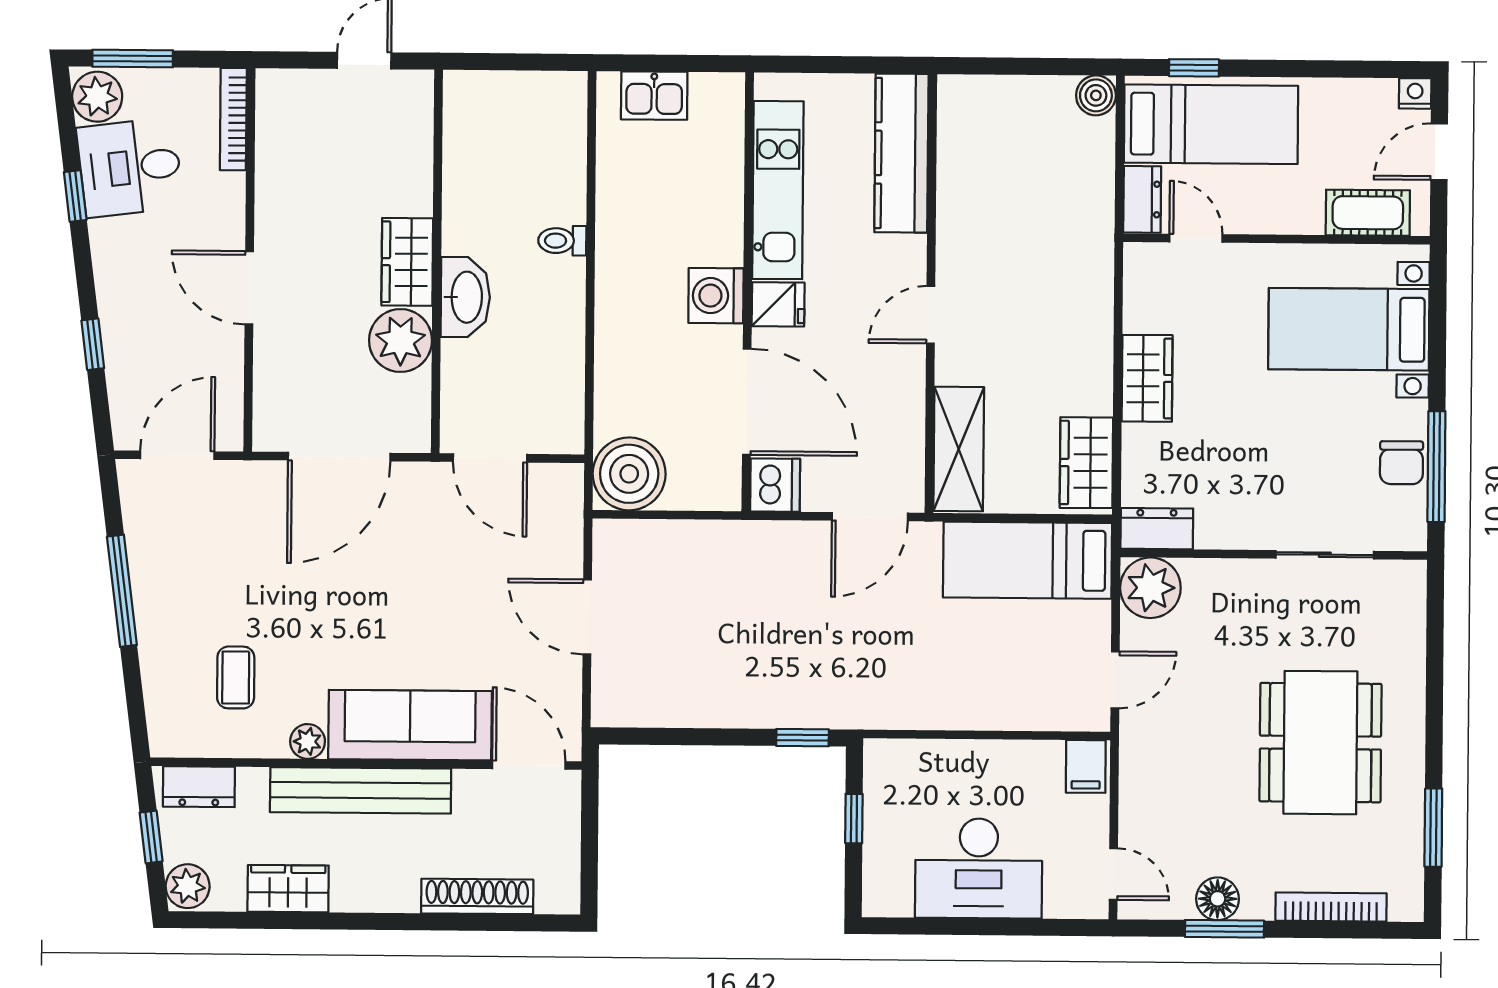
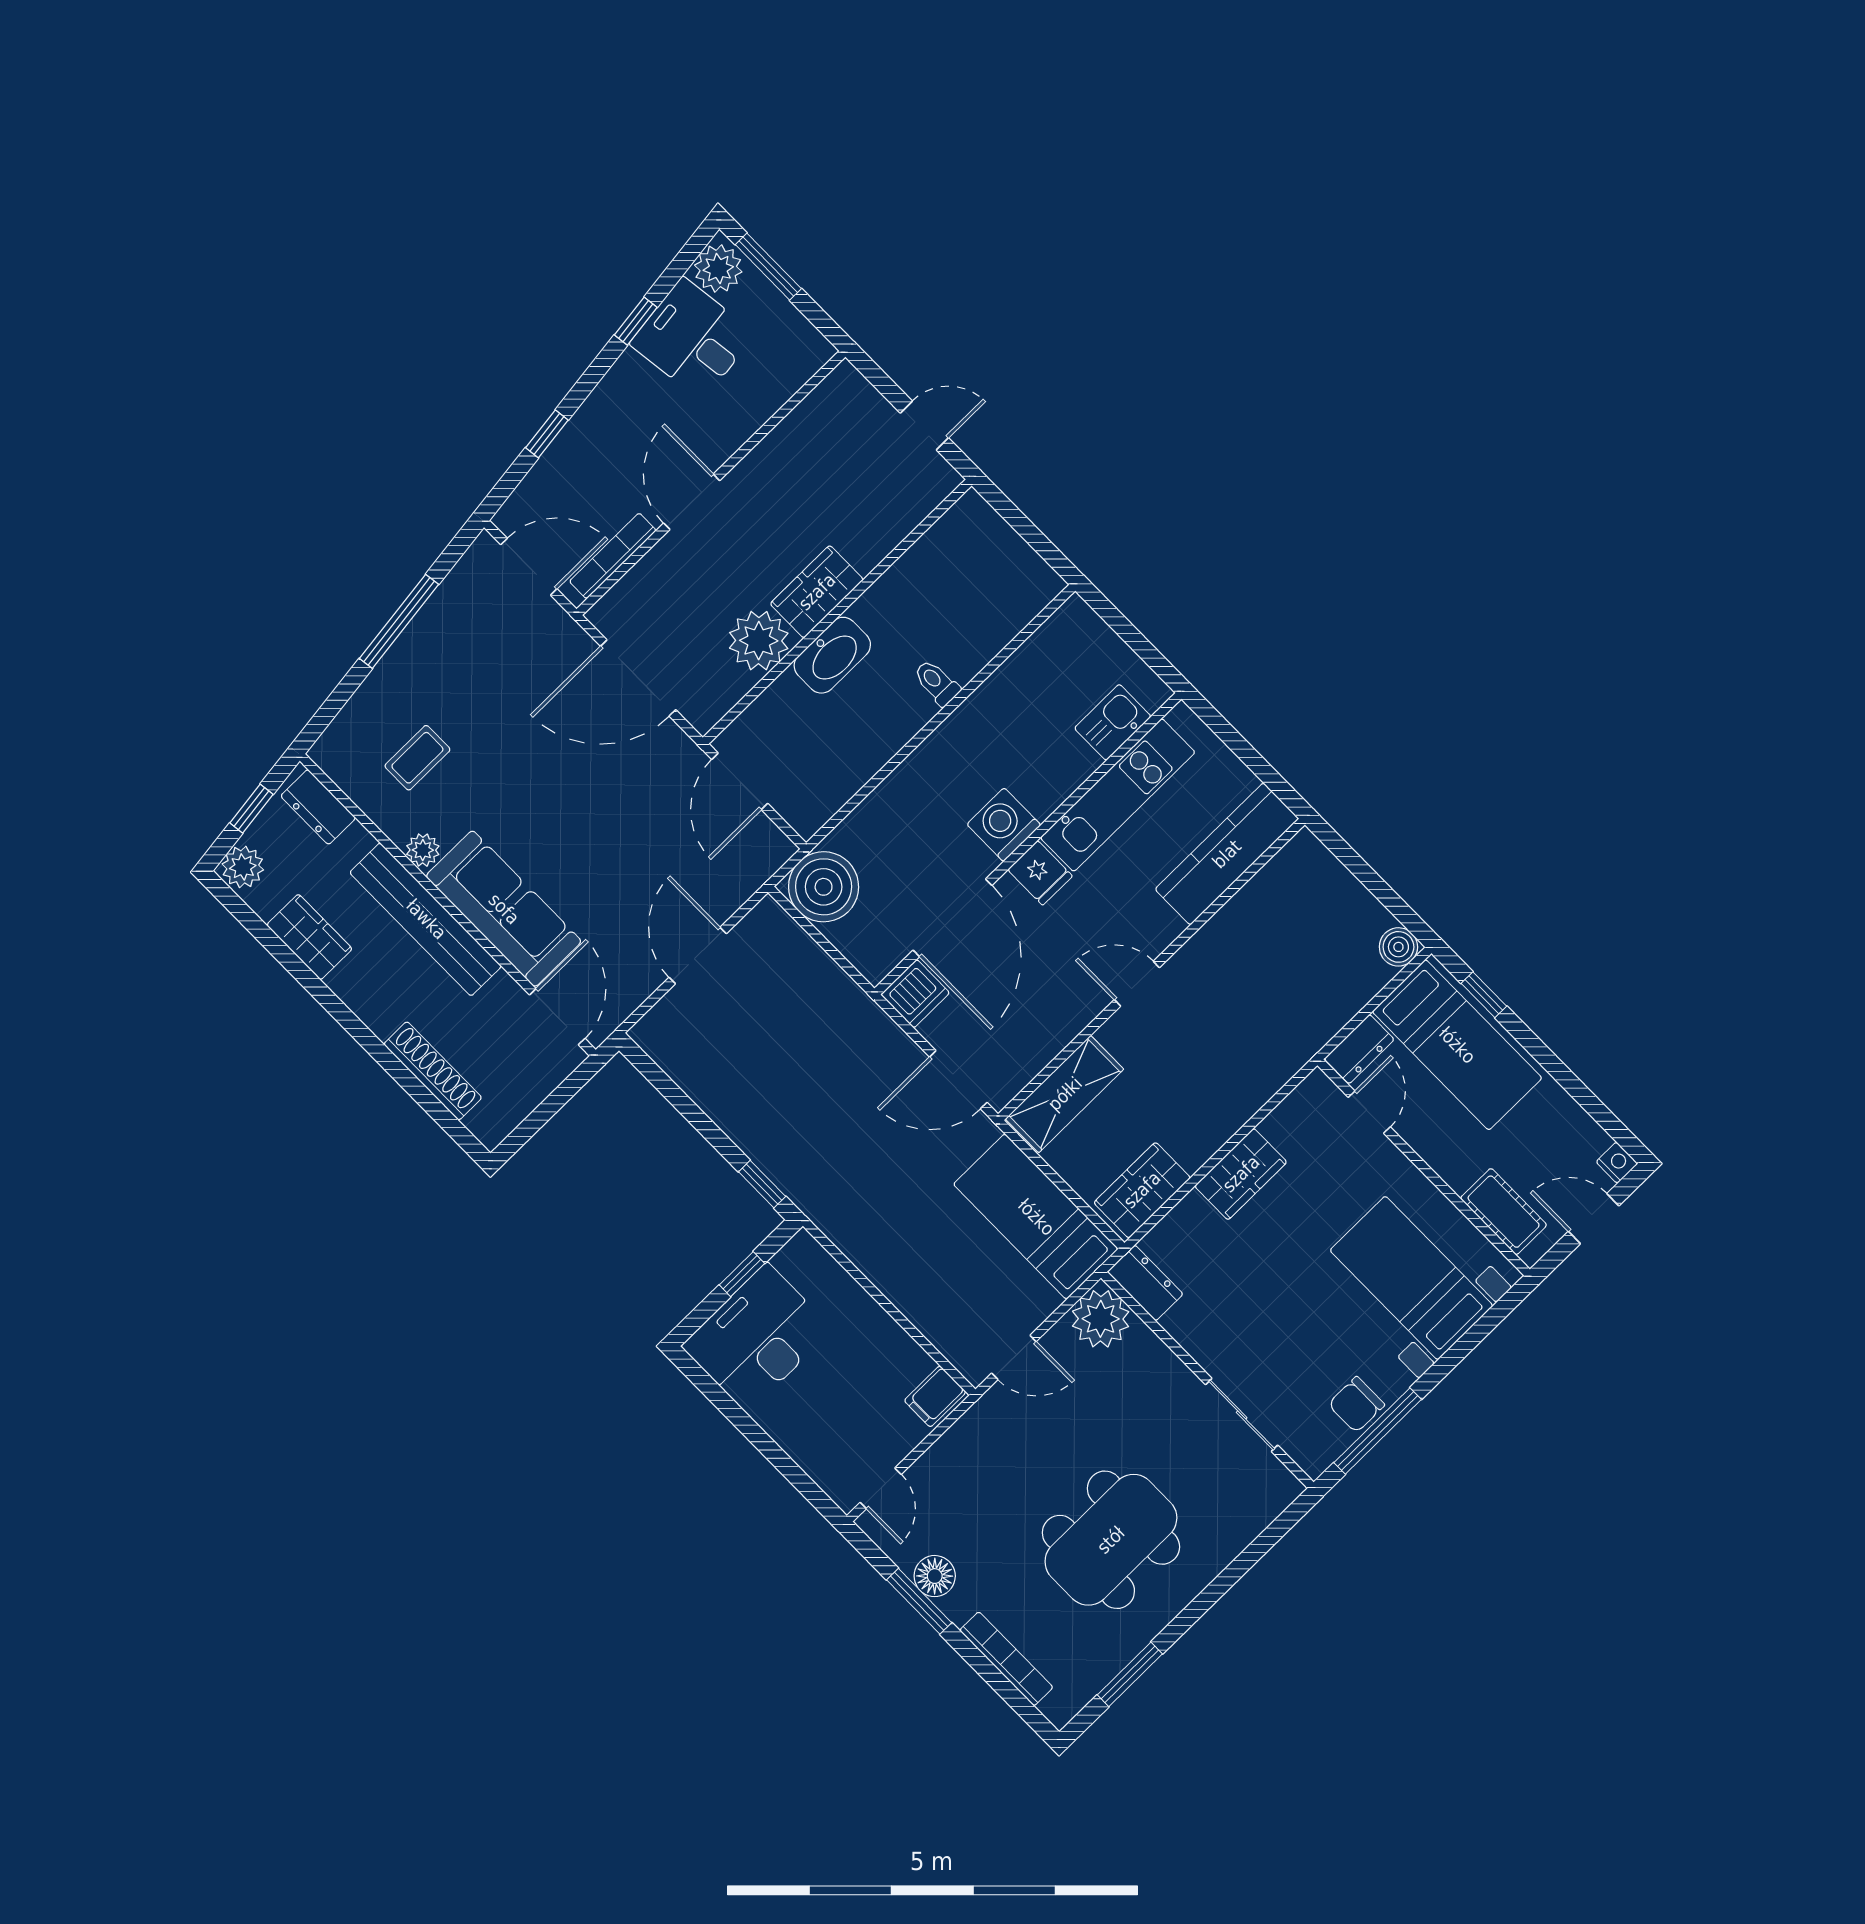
kitchen sink: (654, 96) -> (1113, 722), moved, turned 90
bookcase: (233, 119) -> (613, 556), moved
desk: (979, 868) -> (757, 1338), moved, turned 90

